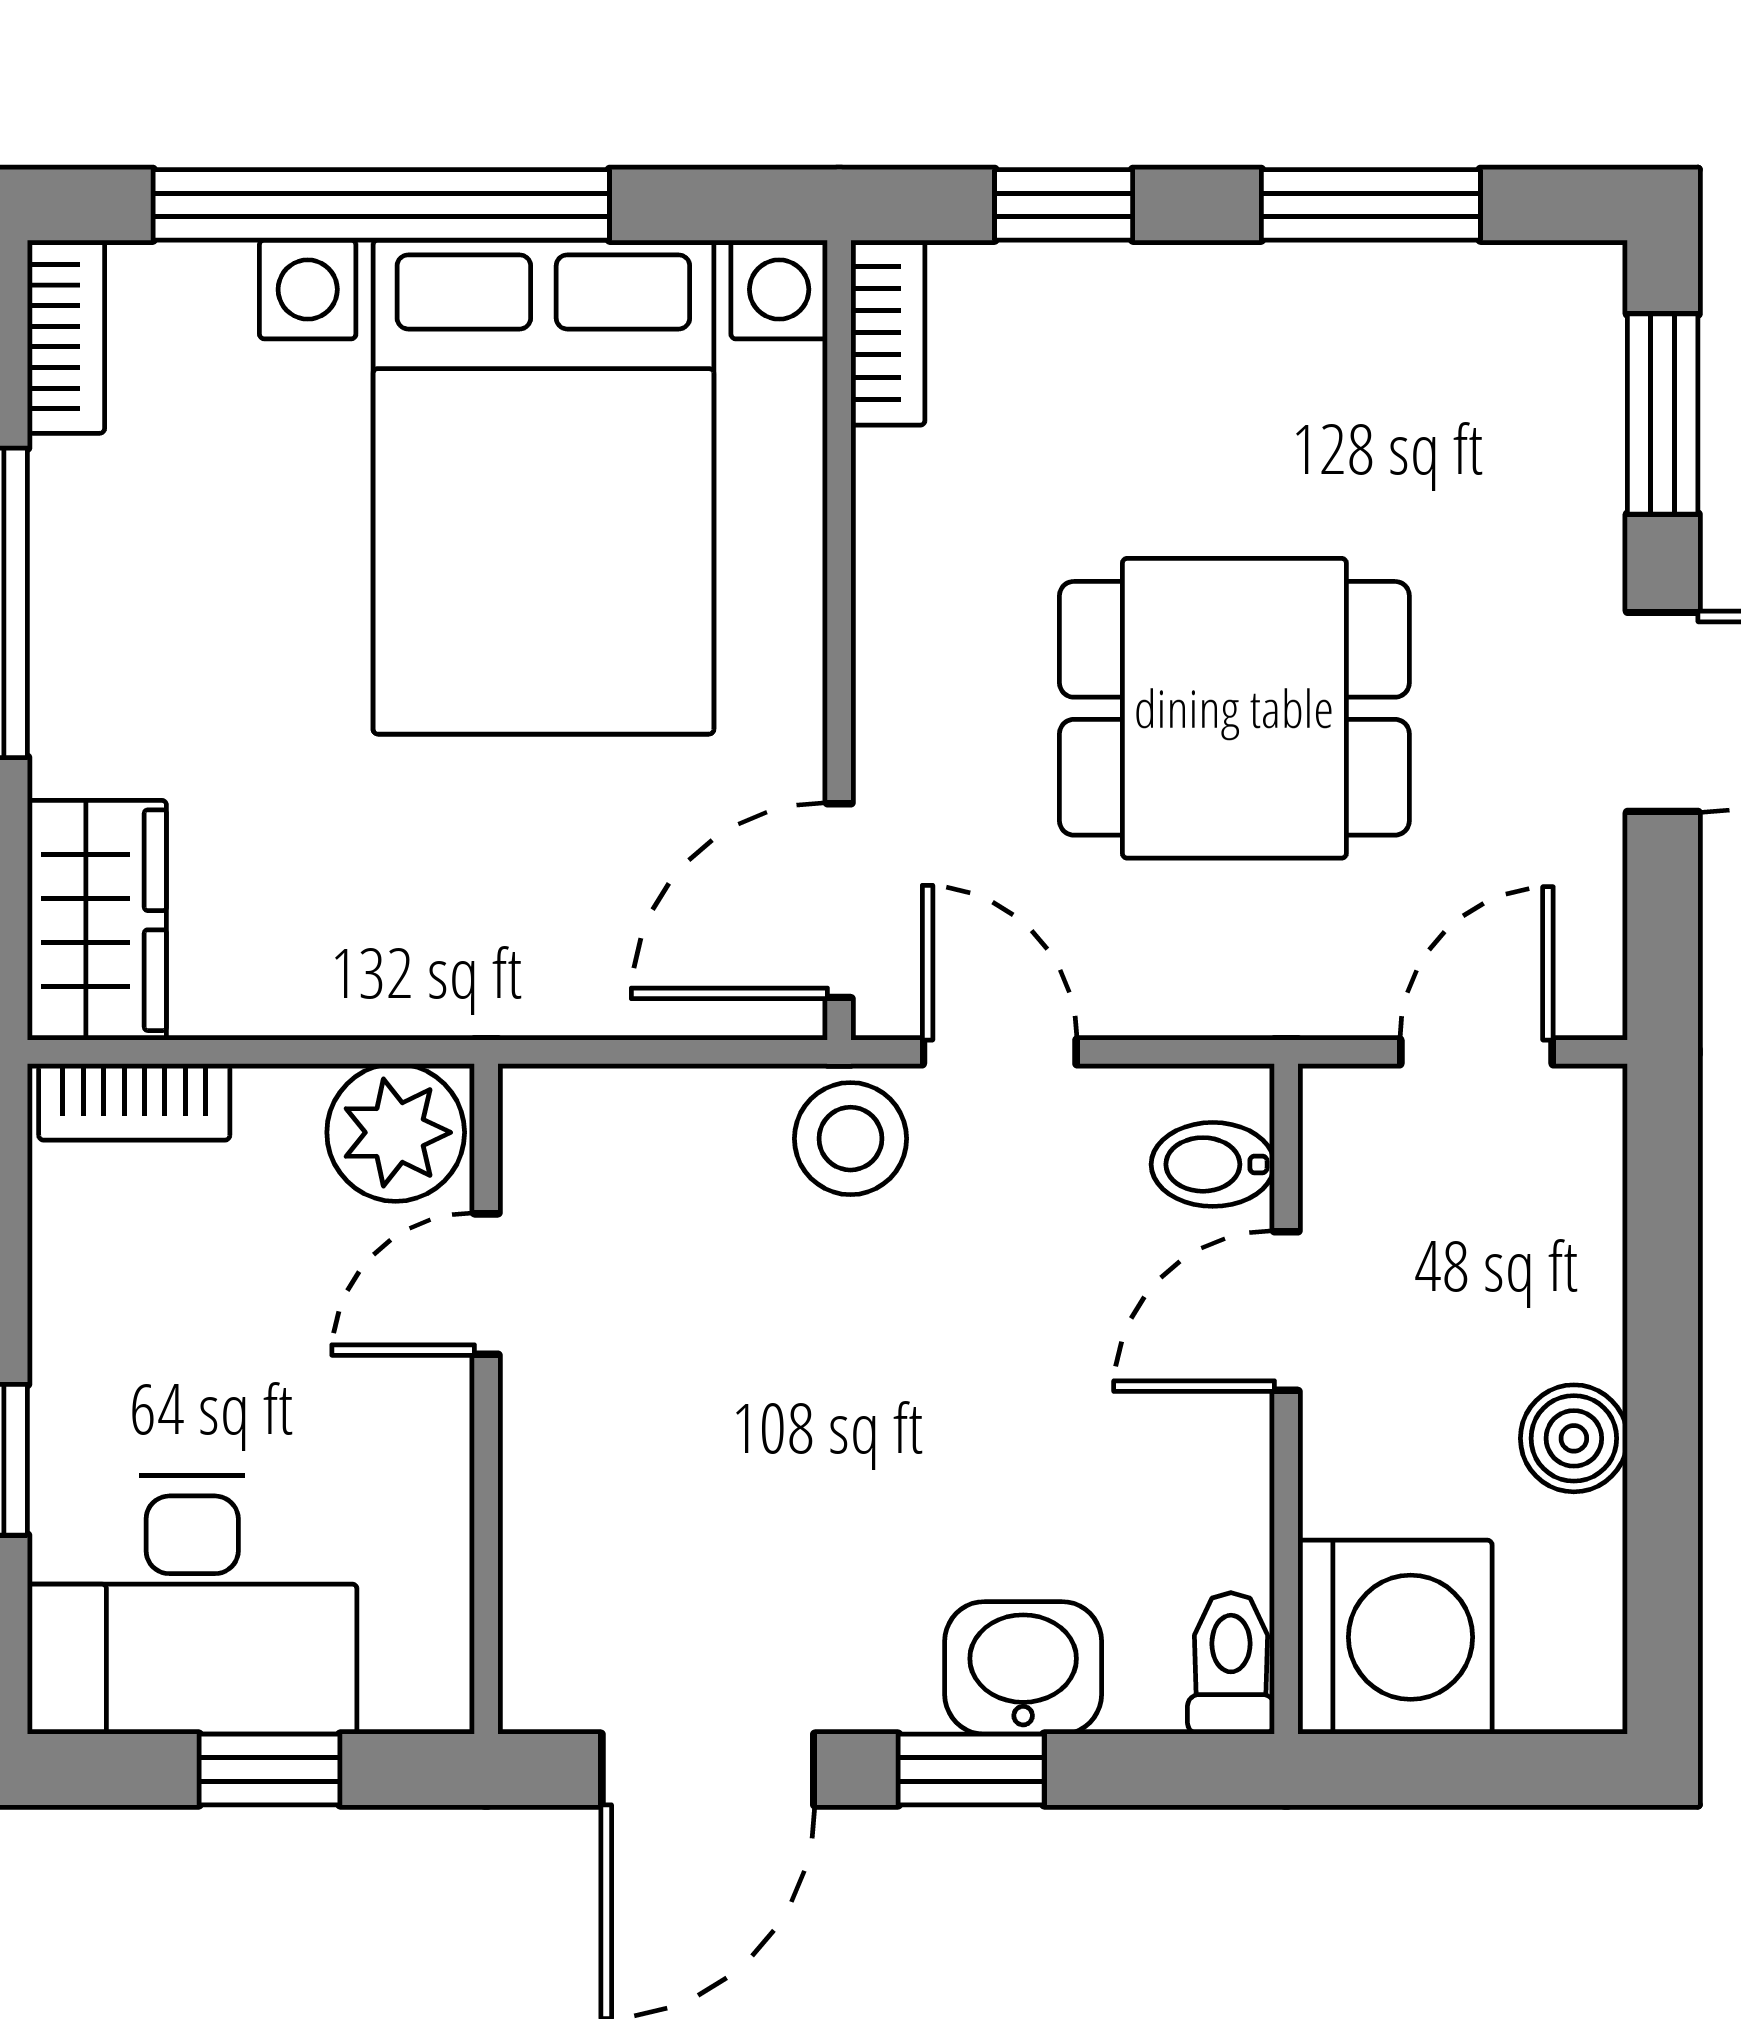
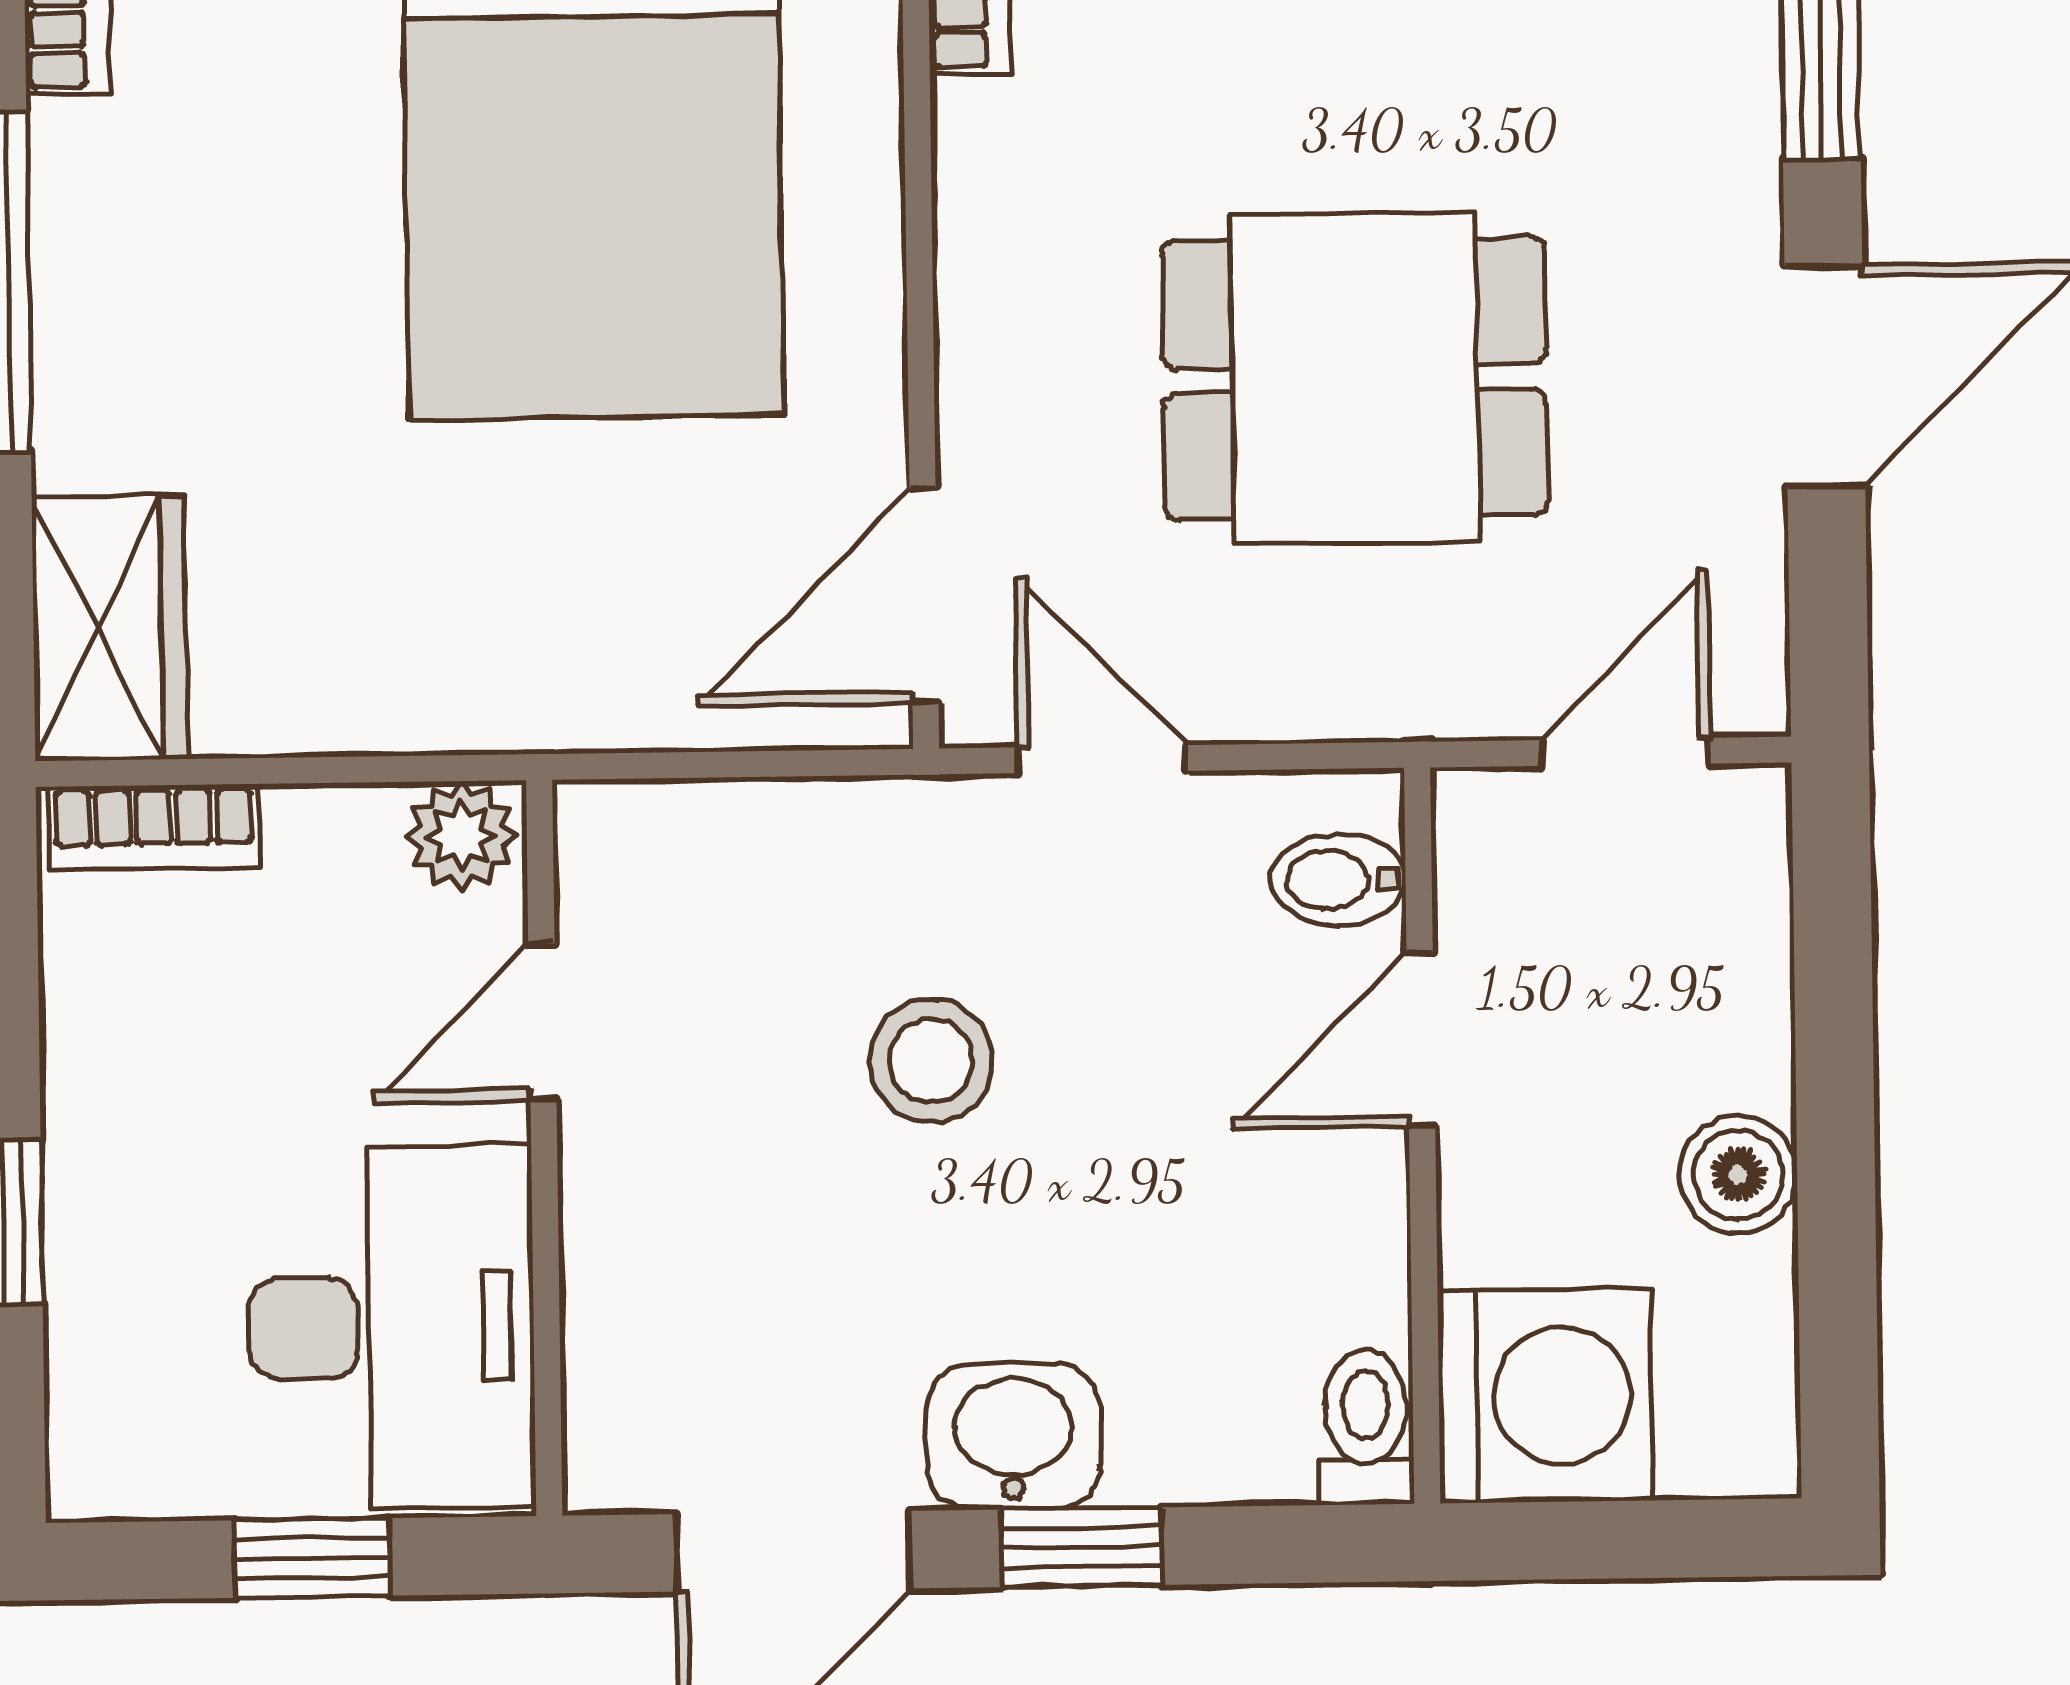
plant: (396, 1132) -> (461, 836), width x0.73, depth x0.73
stool: (850, 1139) -> (931, 1061), moved
desk: (192, 1605) -> (392, 1327), moved, turned -90
washbasin: (1023, 1668) -> (1013, 1437), moved

